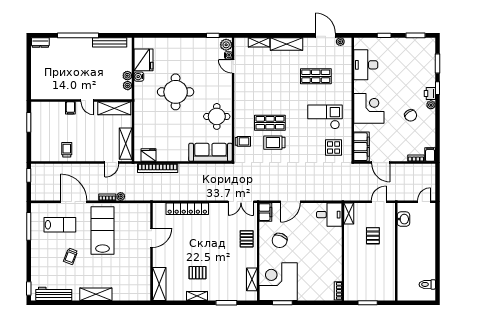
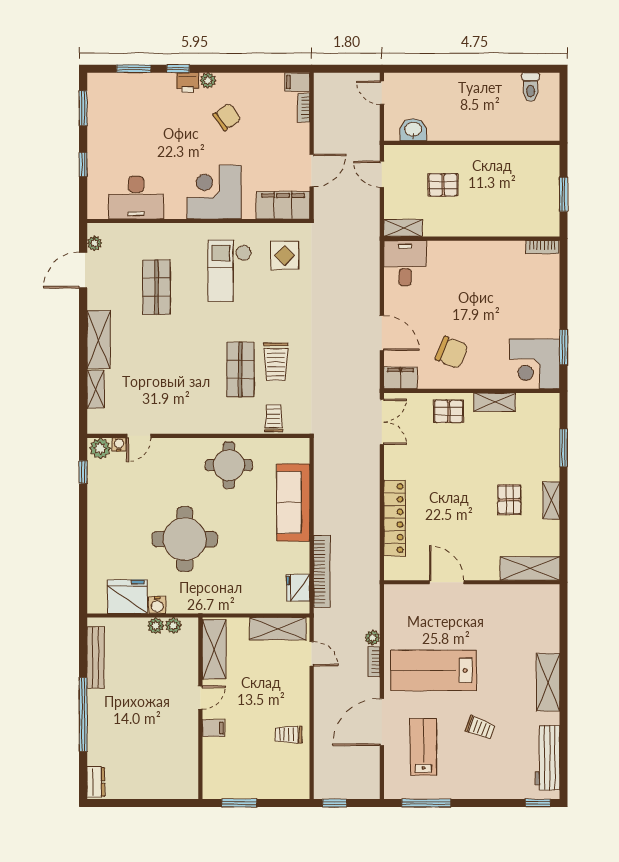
sofa: (210, 152) -> (293, 502), moved
shelving: (252, 279) -> (495, 402), moved
corner desk: (278, 282) -> (535, 364), width x0.74, depth x0.74

